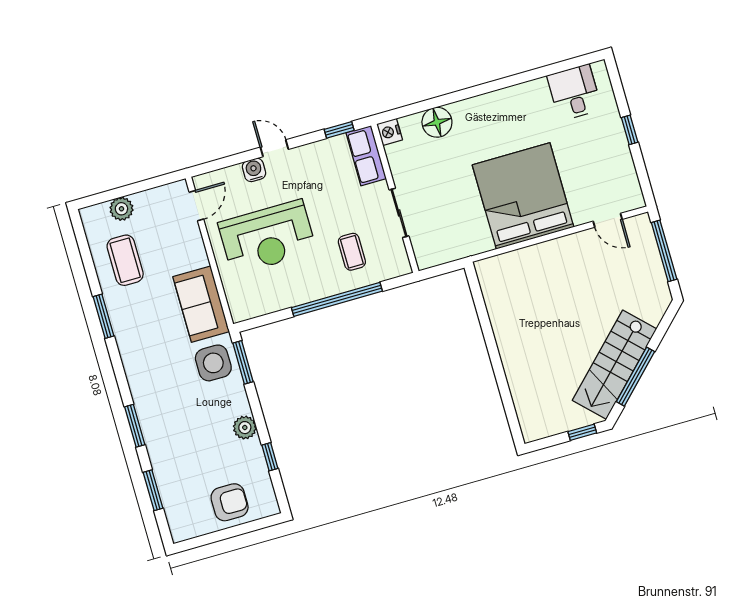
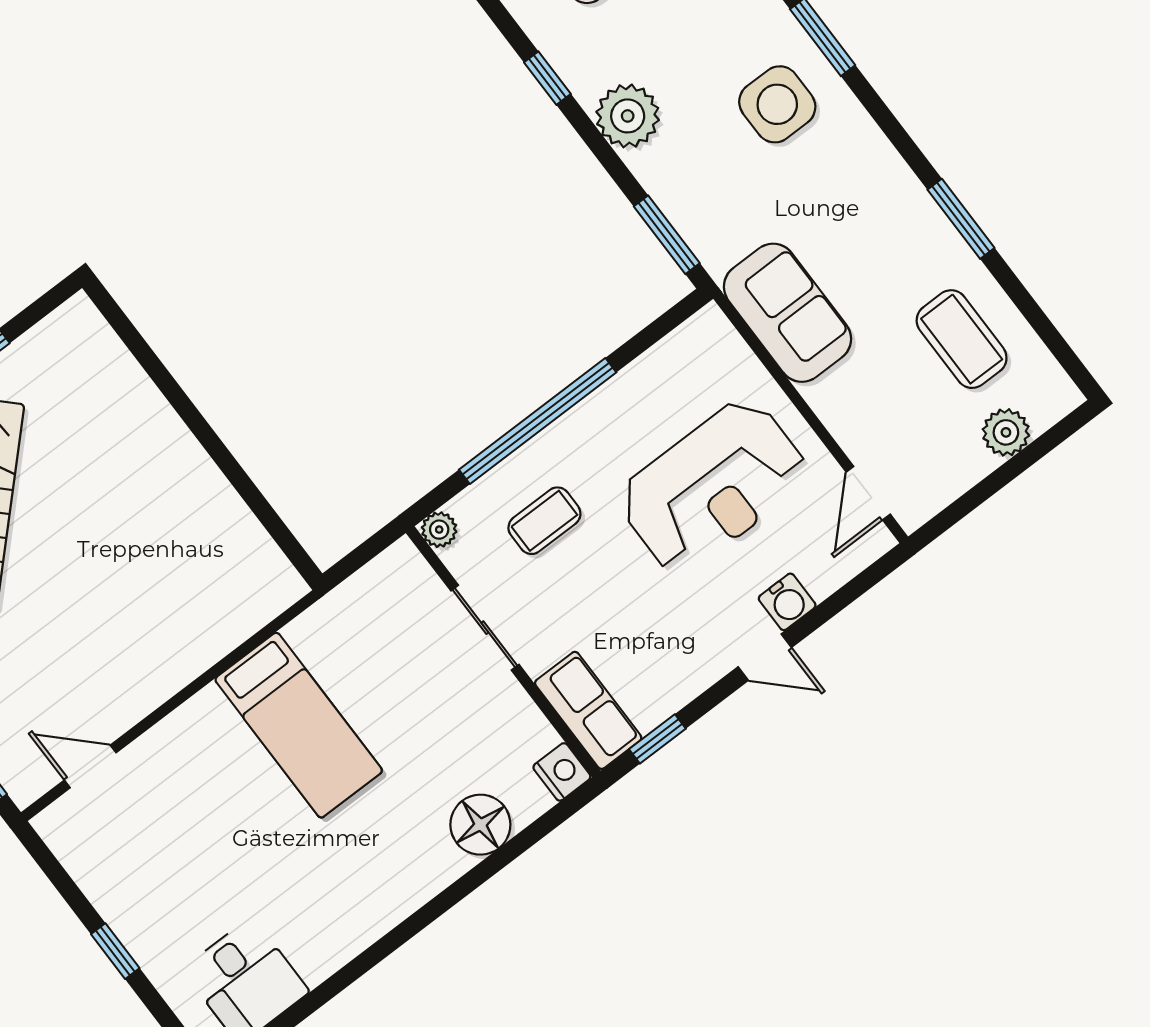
bed: (523, 196) -> (299, 725), width x0.49
reception desk: (267, 237) -> (713, 486), turned 180
coffee table: (352, 252) -> (544, 521), turned 90
plant: (402, 267) -> (439, 530), added
side table: (213, 363) -> (777, 104), moved
plant: (245, 428) -> (628, 116), width x1.36, depth x1.36

